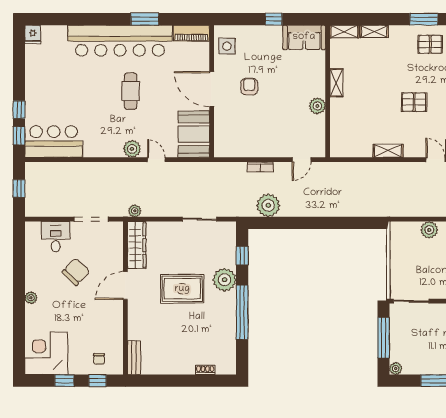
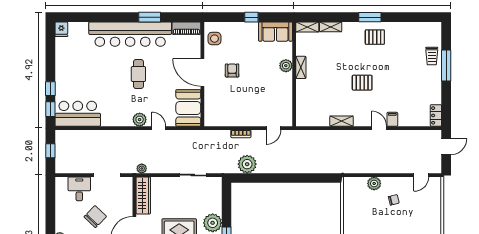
plant: (317, 106) -> (286, 66), moved
window: (242, 256) -> (227, 204), removed

